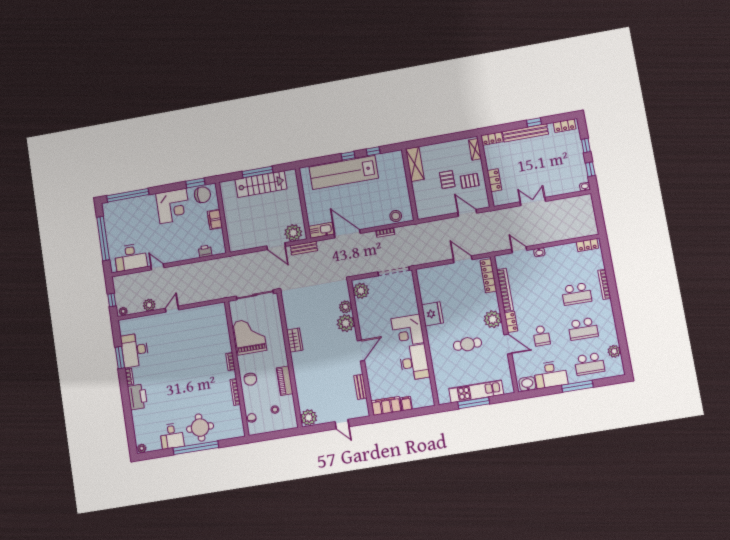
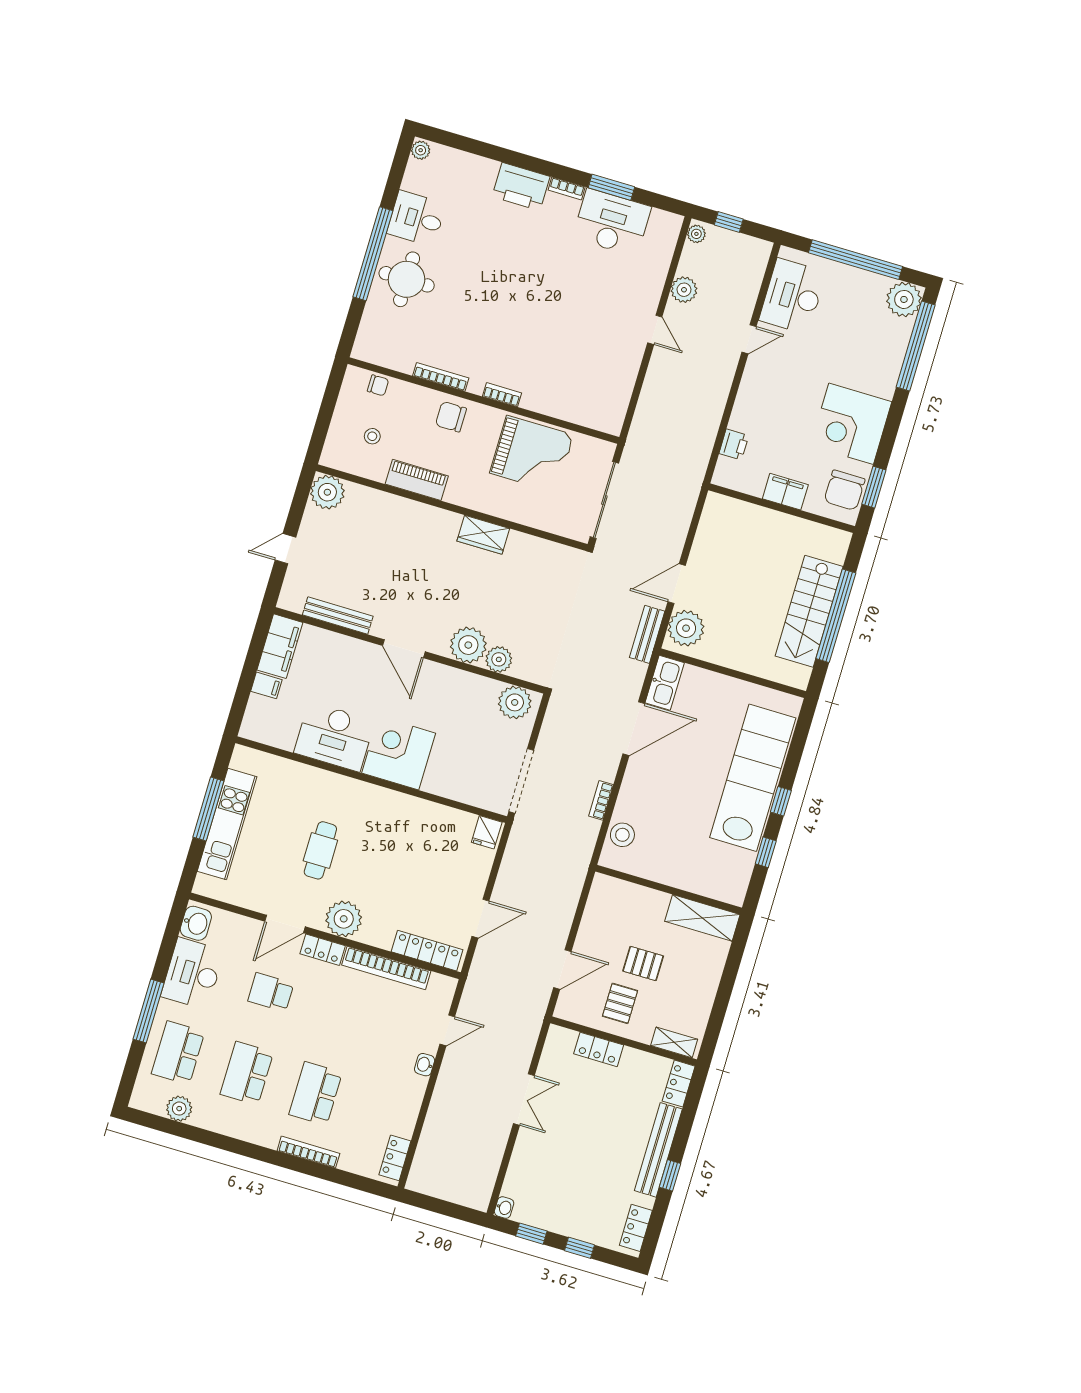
window: (257, 172) -> (836, 616), width x1.46
plant: (111, 210) -> (904, 299), added
fridge: (432, 314) -> (487, 832), moved, width x0.53, depth x0.75
bench: (360, 387) -> (338, 615), width x1.36

